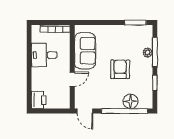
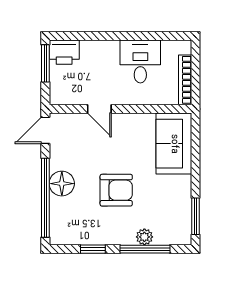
sofa: (85, 51) -> (174, 144), moved, turned 90
floor lamp: (130, 101) -> (62, 184), moved
window: (45, 111) -> (45, 63), added

